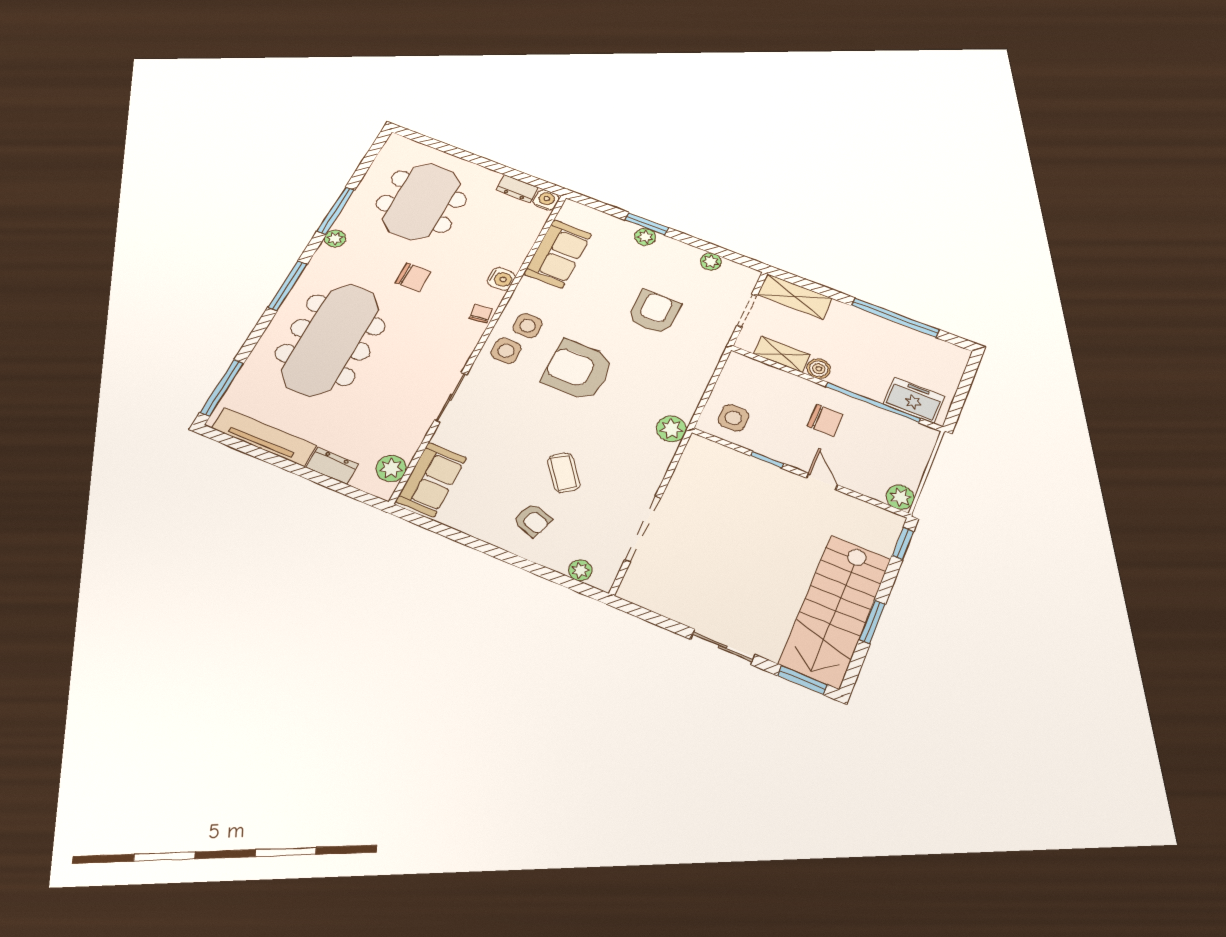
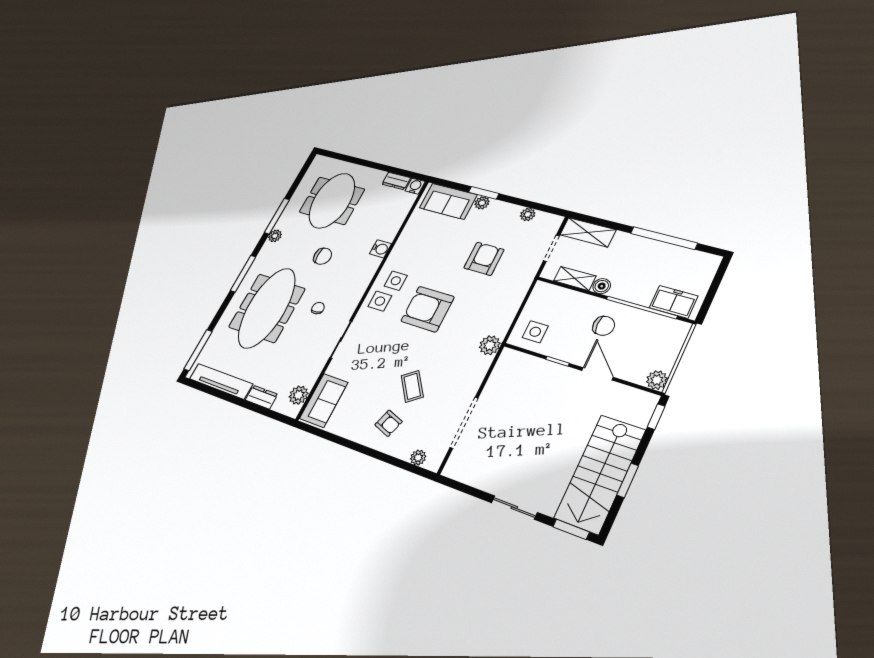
sofa: (558, 254) -> (448, 201), moved, turned 90
chair: (481, 314) -> (318, 308), moved
door: (822, 481) -> (597, 374), width x1.38

